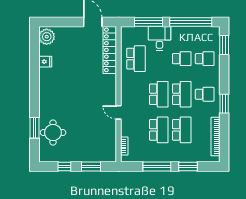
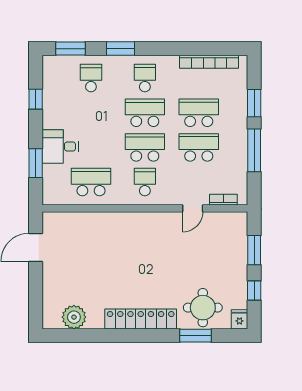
window: (149, 22) -> (36, 163), width x0.69
window: (191, 22) -> (36, 99), width x0.32
plant: (47, 37) -> (74, 317), moved
locker: (110, 50) -> (141, 319), moved, turned 180
school desk: (182, 59) -> (145, 182), moved
fridge: (45, 62) -> (239, 319), moved
window: (224, 104) -> (121, 49), moved
door: (119, 112) -> (193, 208), moved

